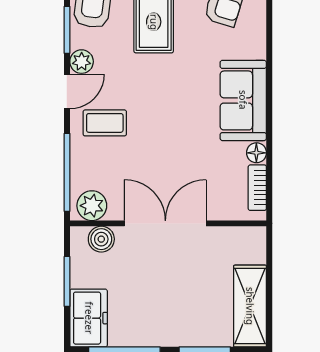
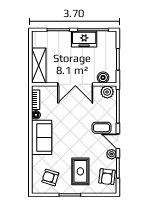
door: (67, 91) -> (118, 141), hinge flipped
shelving: (250, 306) -> (39, 65), moved
freezer: (89, 318) -> (84, 39), moved, turned -90

